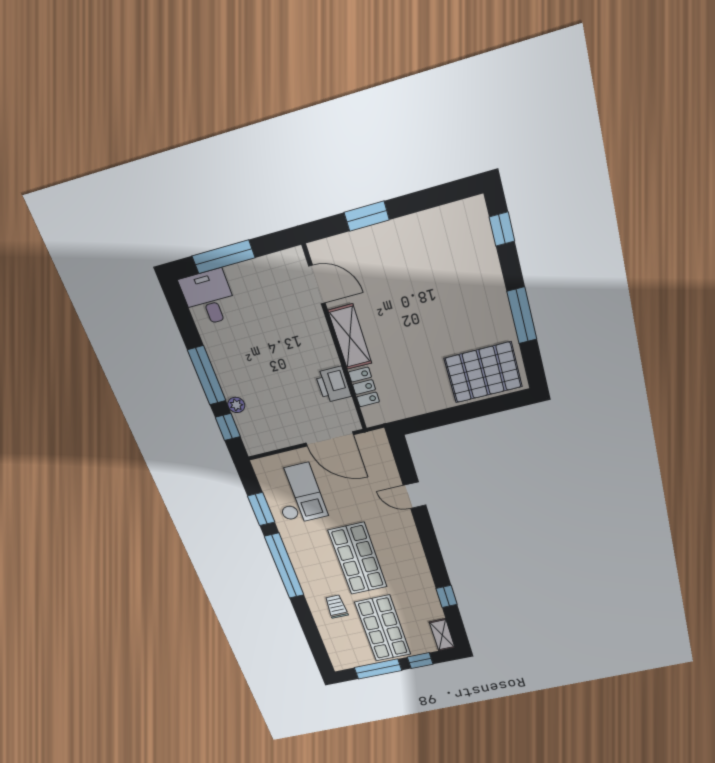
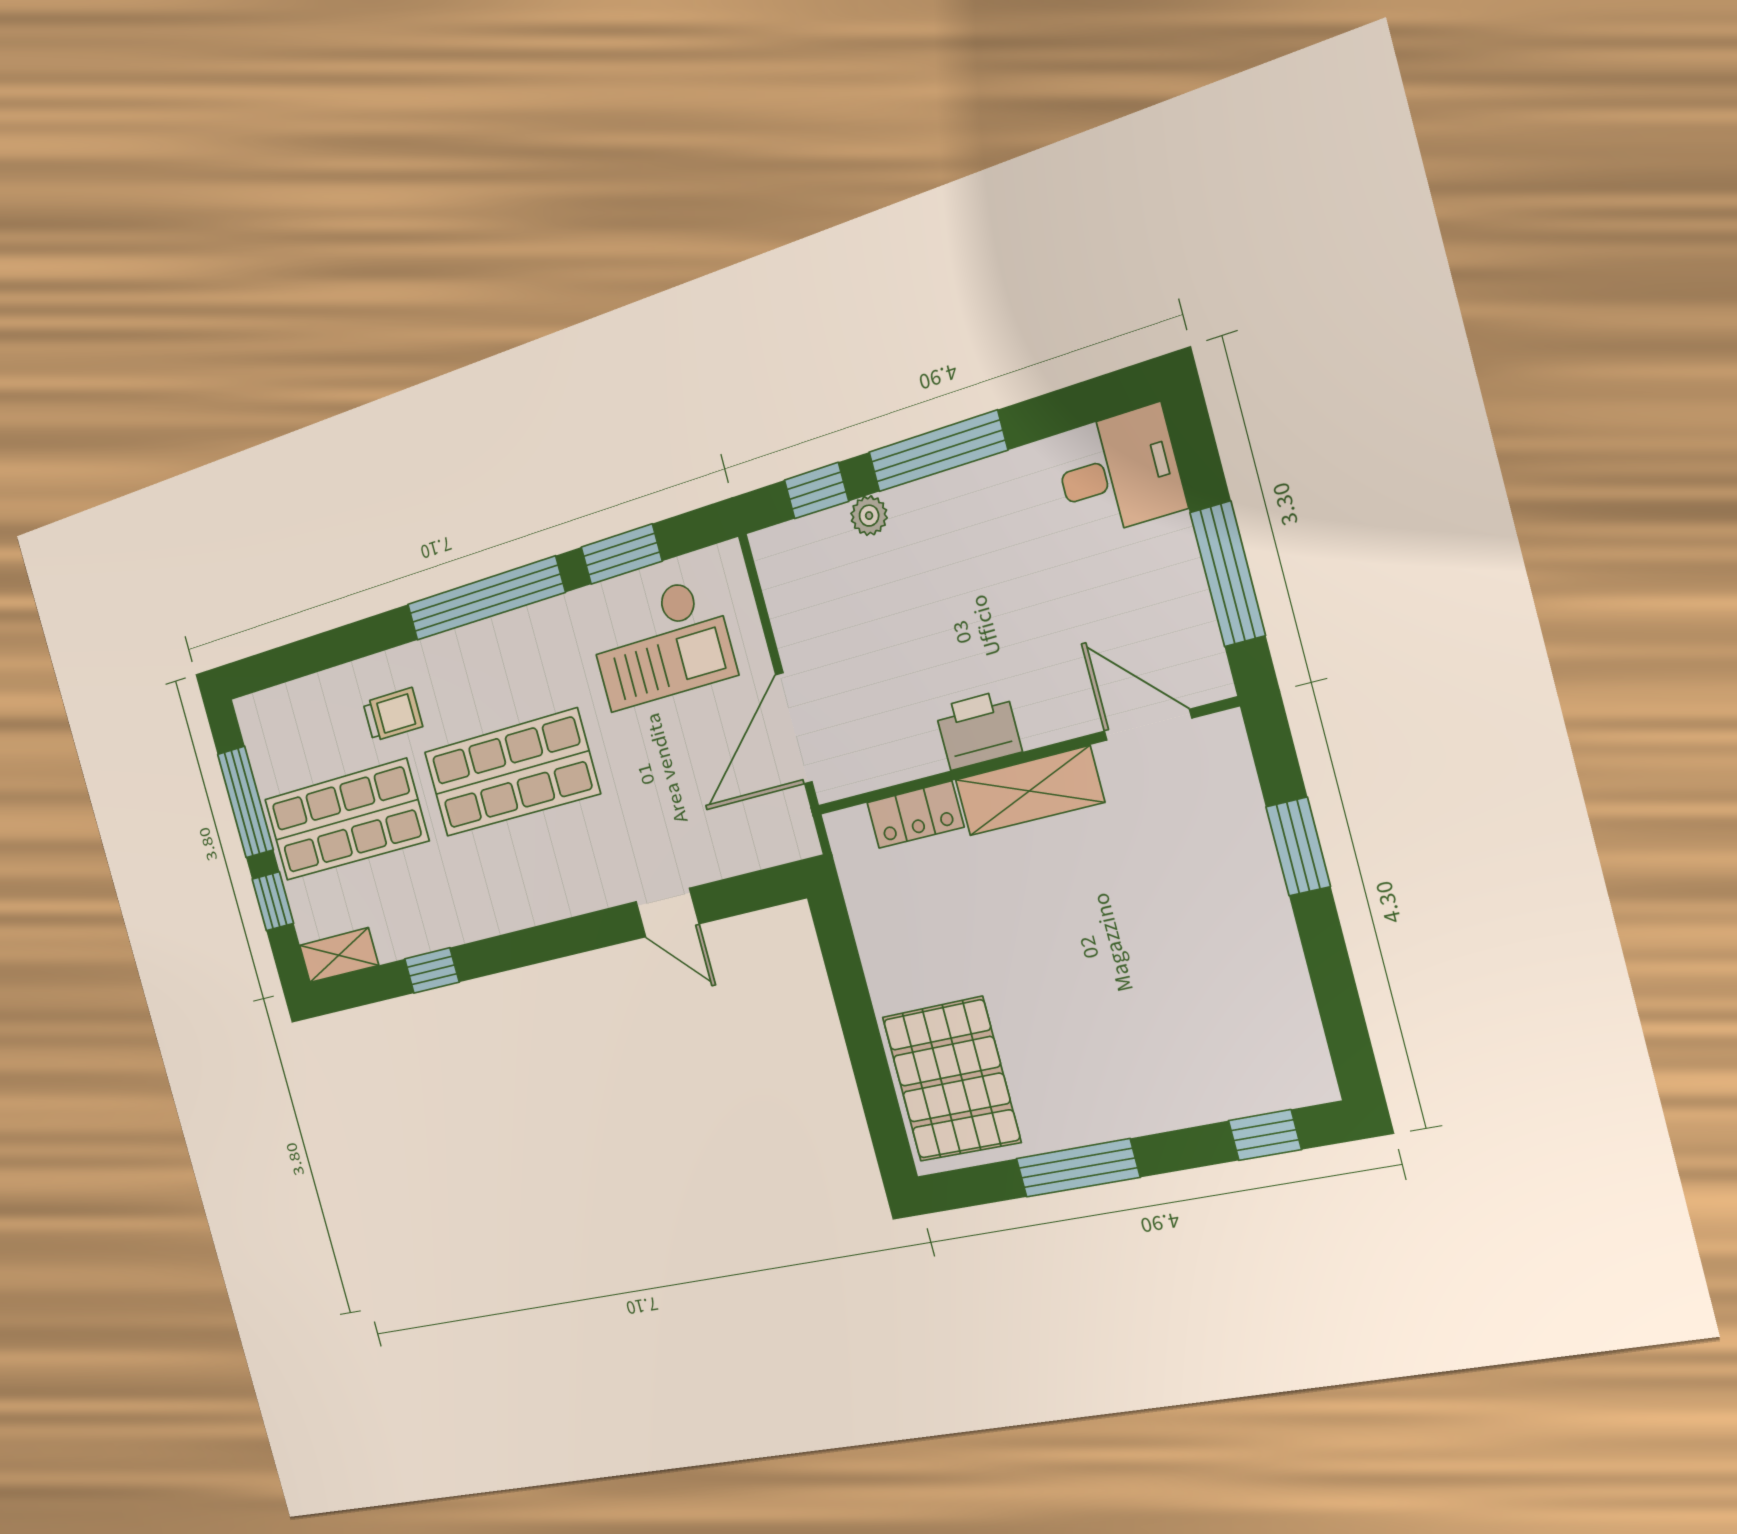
window: (223, 257) -> (1228, 574), moved
door: (317, 285) -> (1148, 725), swing flipped
printer: (333, 384) -> (978, 730), moved
door: (415, 495) -> (667, 913), swing flipped

